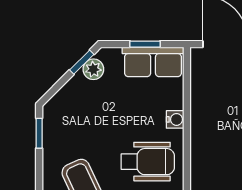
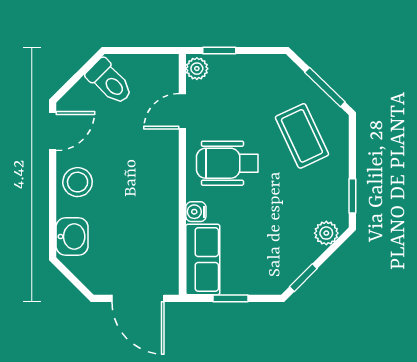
row of seats: (153, 62) -> (203, 259), moved, turned 90
plant: (93, 69) -> (326, 233), moved

